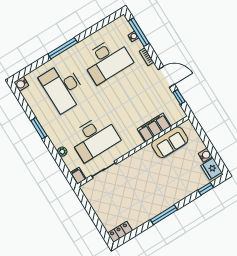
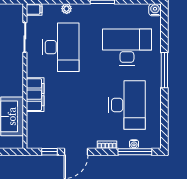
desk: (107, 60) -> (127, 105), turned 180
filing cabinet: (154, 128) -> (35, 95), moved
desk: (94, 138) -> (61, 47), turned 180

